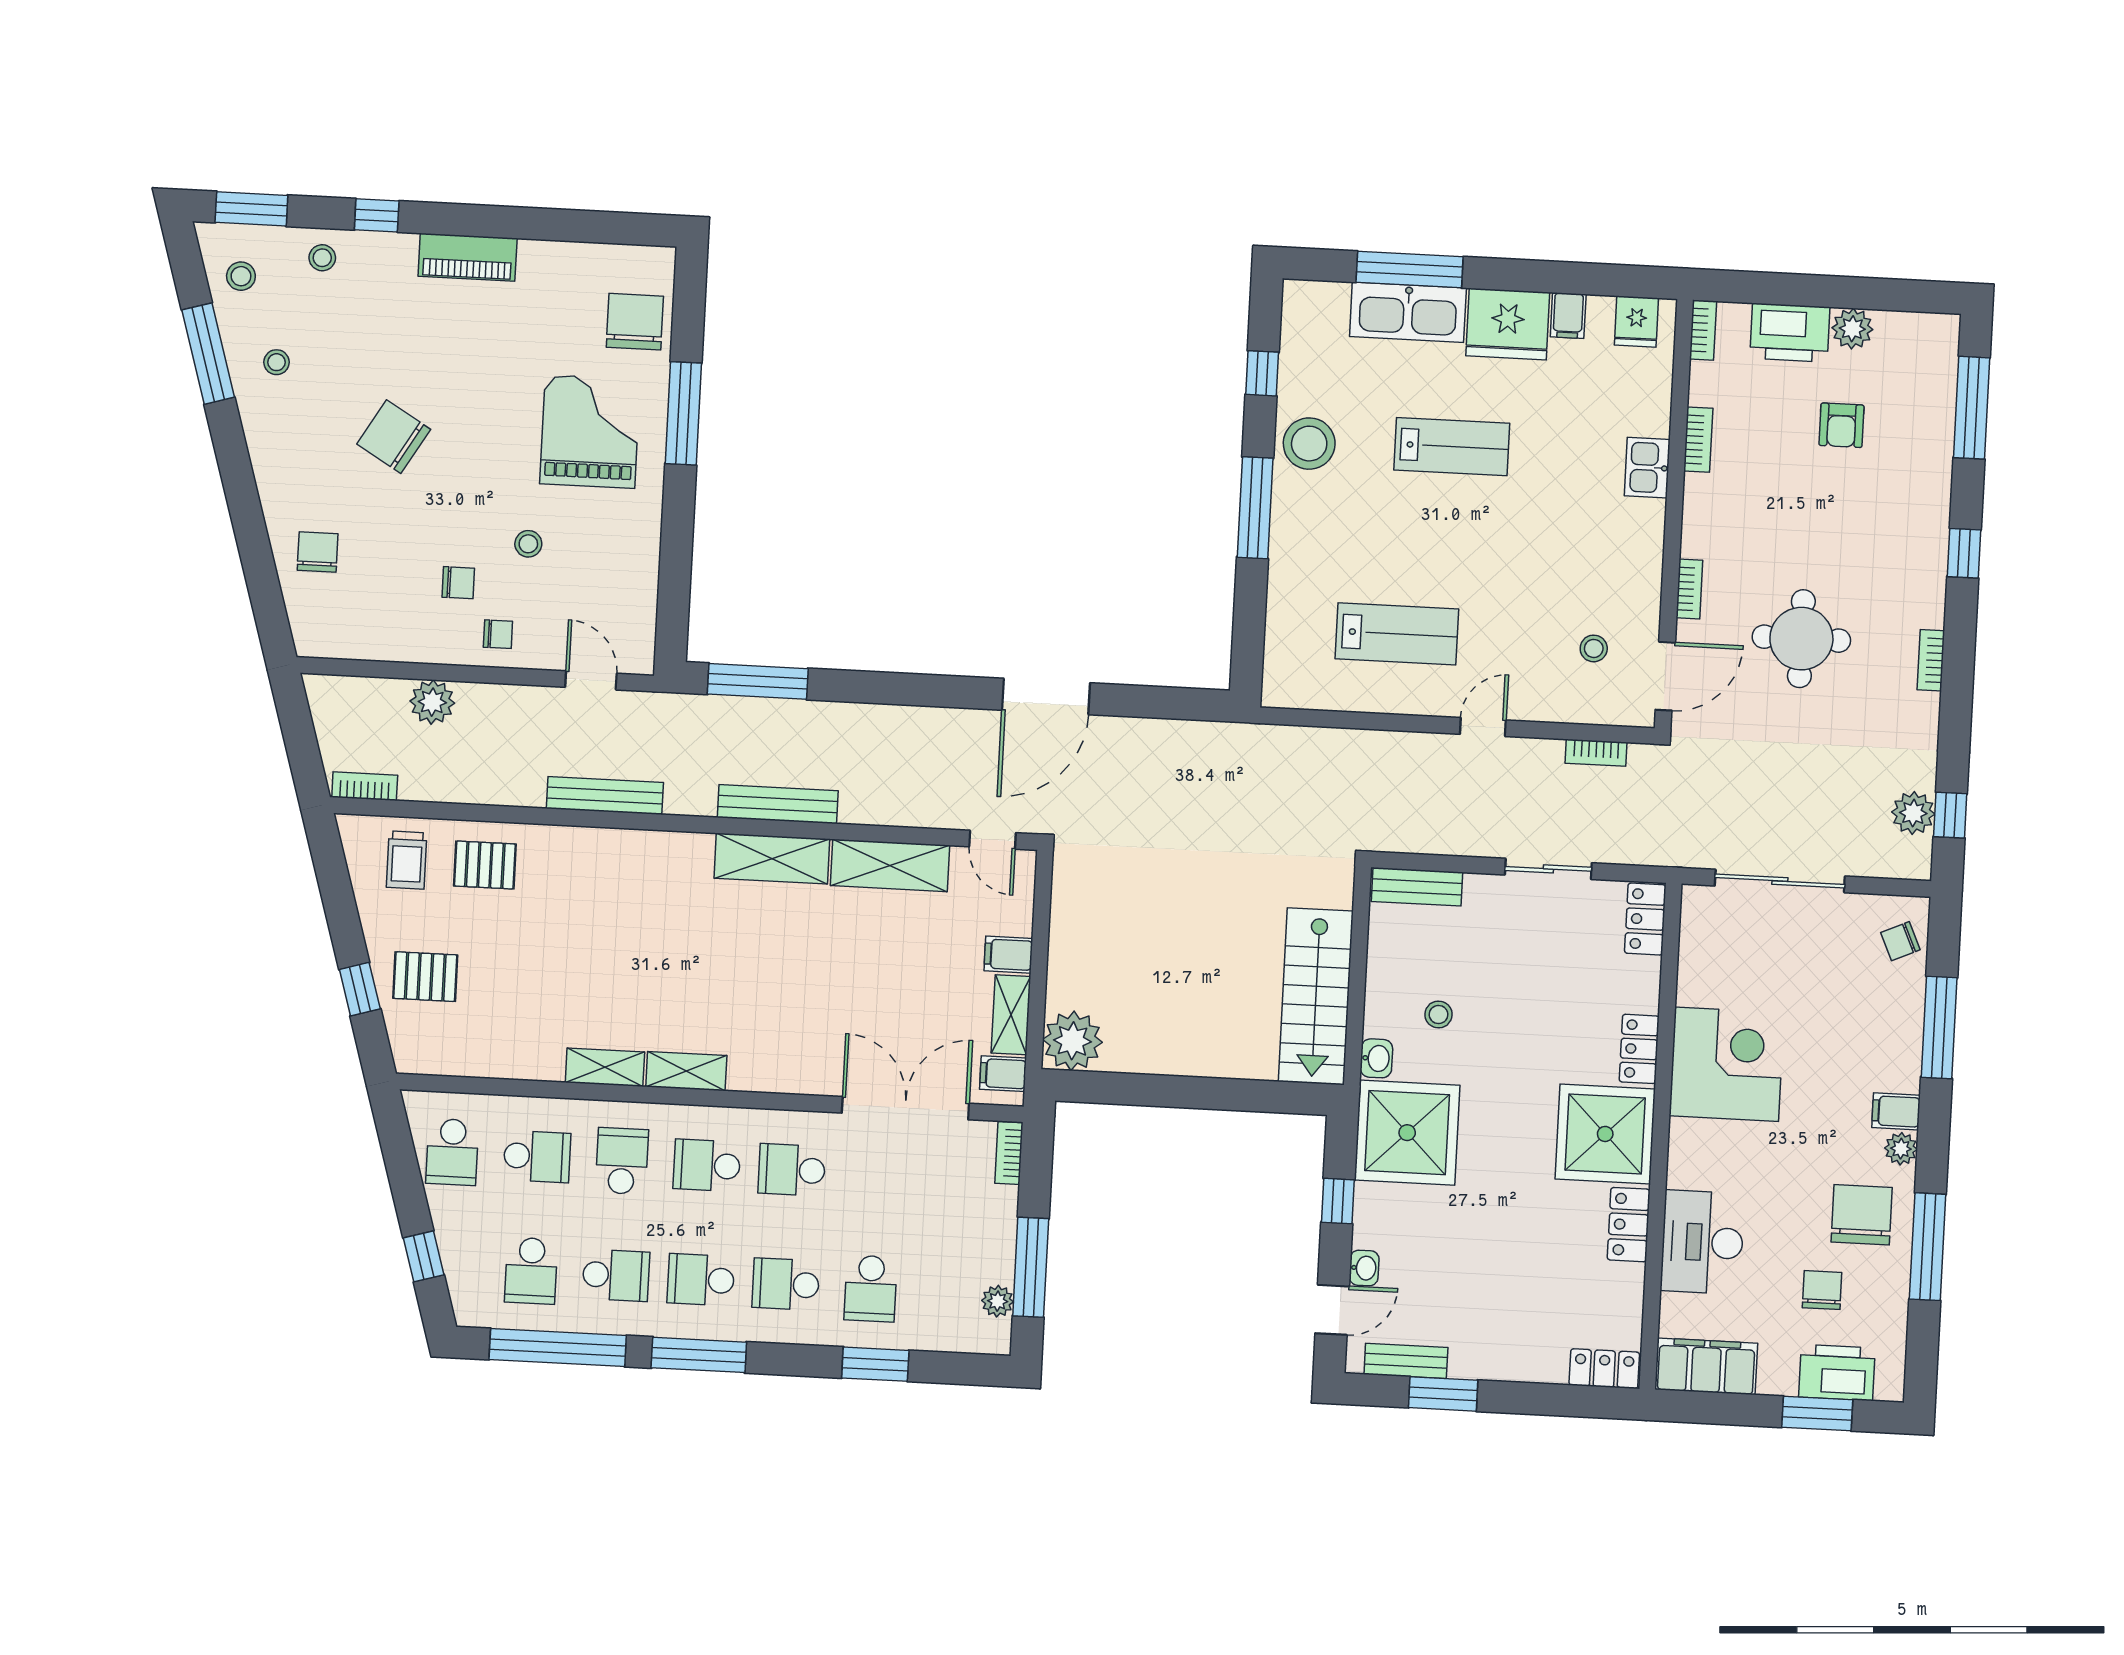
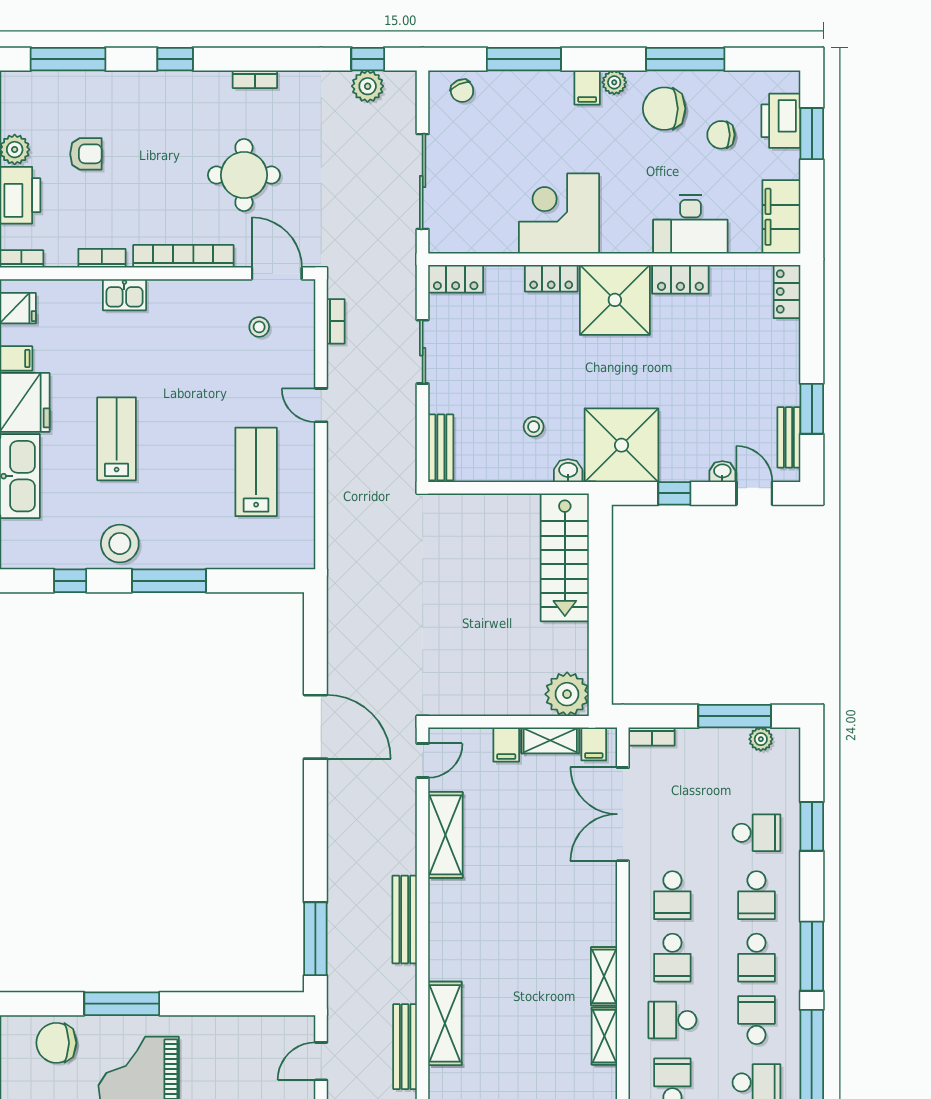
bookcase: (1689, 589) -> (183, 256), width x2.31, depth x1.31
shelving: (772, 859) -> (445, 1023), moved
stairs: (1316, 996) -> (565, 557), moved, turned 90

